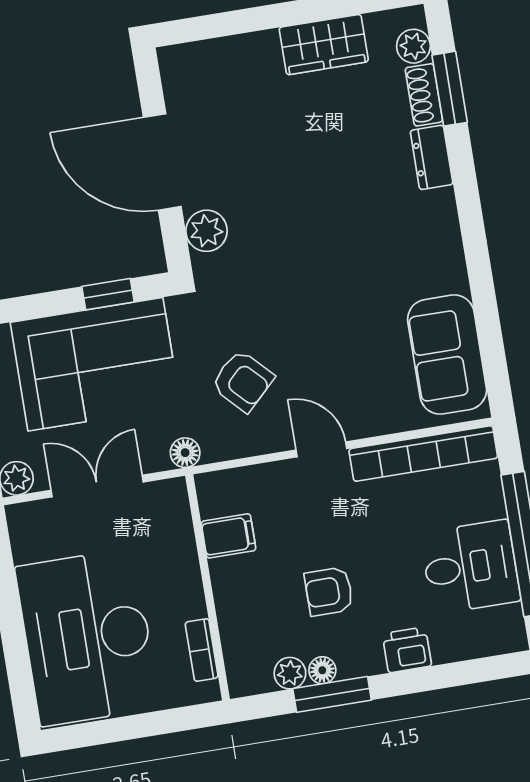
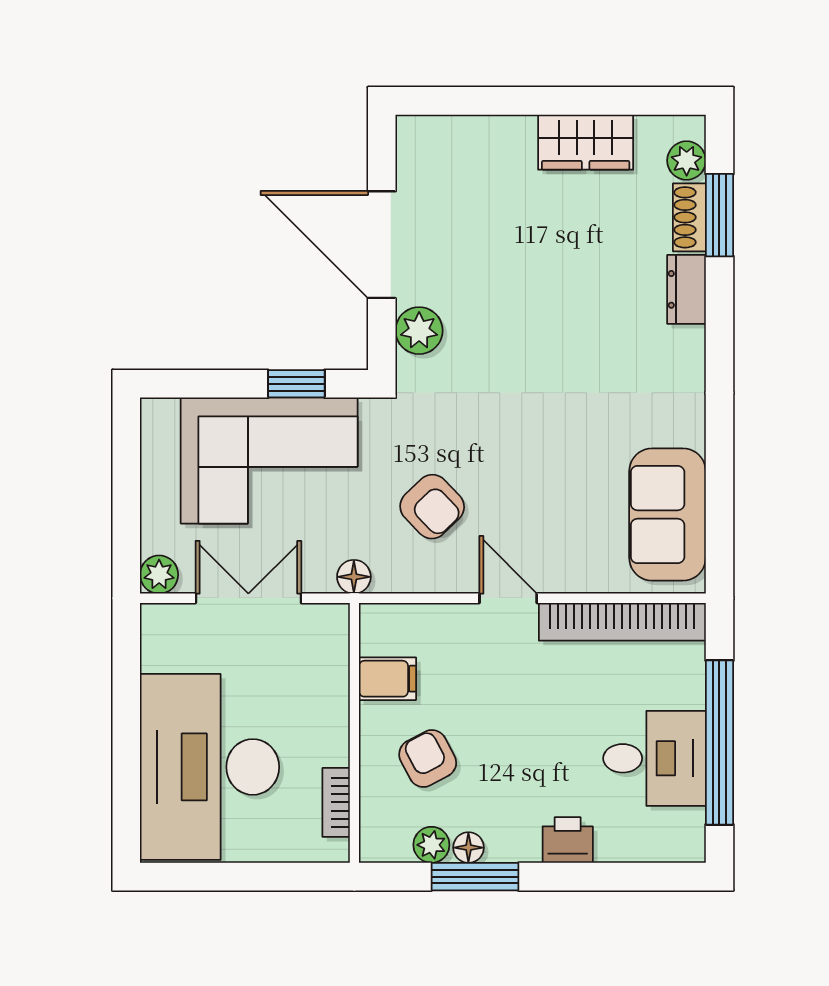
armchair: (329, 591) -> (428, 758), moved, turned 62

